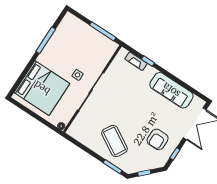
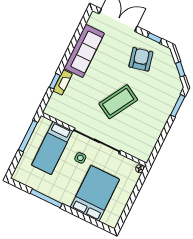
bed: (89, 51) -> (52, 148), added
fireplace: (136, 61) -> (63, 82), moved
bed: (42, 88) -> (95, 193), width x0.73
armchair: (158, 139) -> (141, 59), turned -103
coffee table: (114, 141) -> (118, 102), moved

